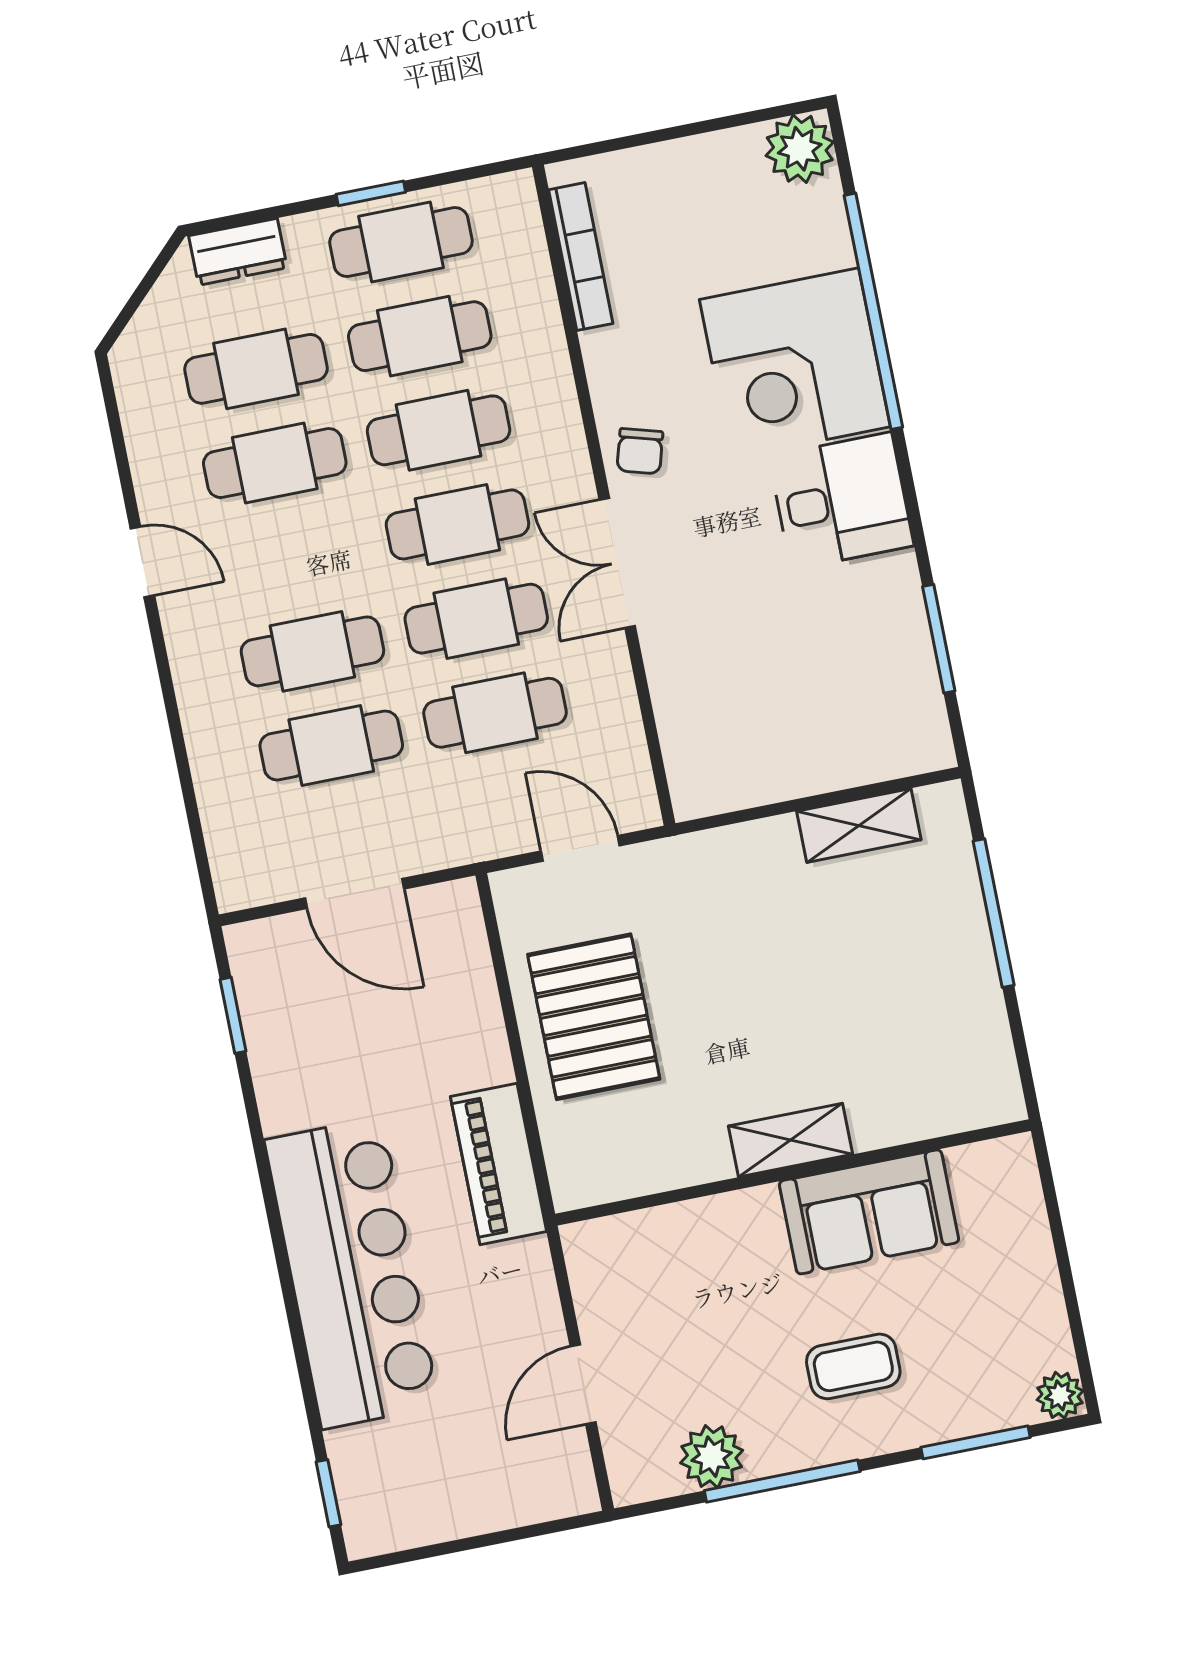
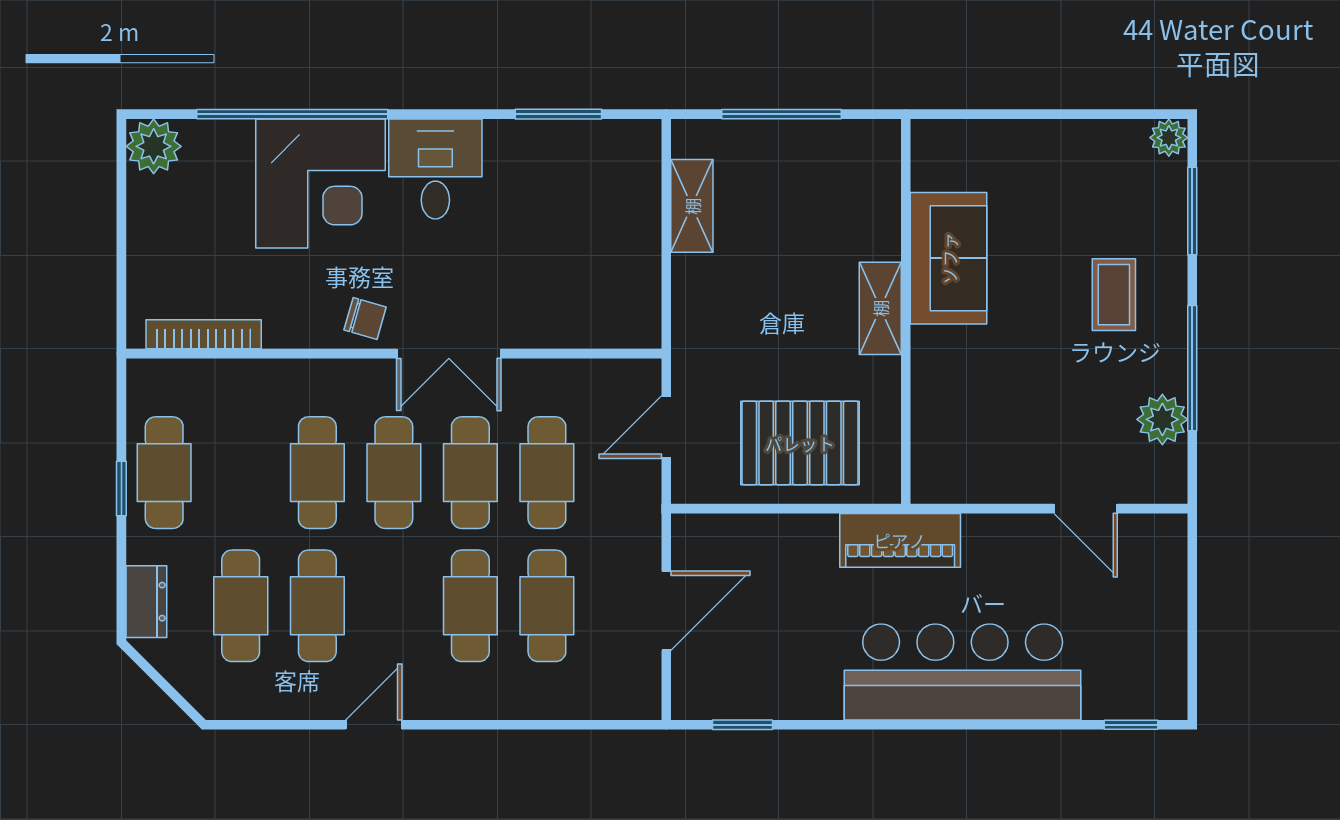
cafe table: (420, 336) -> (241, 473), removed
shelving: (790, 1140) -> (880, 308), moved
wall: (793, 1172) -> (906, 311), moved
sofa: (869, 1212) -> (949, 258), moved

